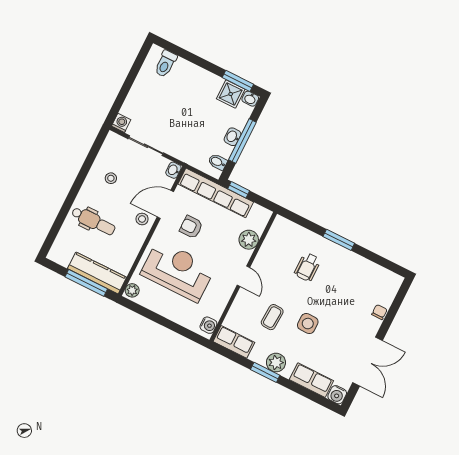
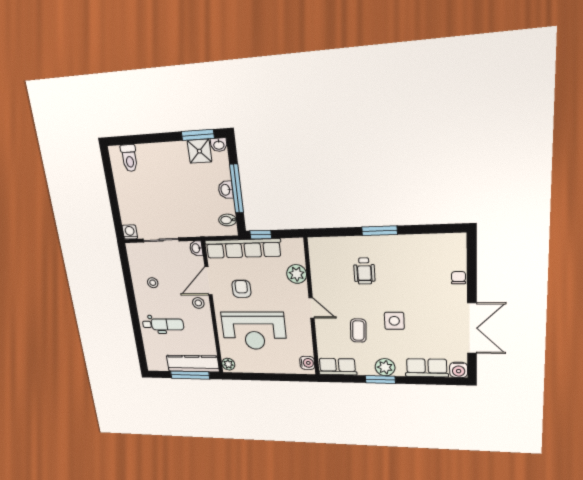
armchair: (191, 227) -> (241, 289), turned 90
reception desk: (178, 271) -> (254, 331), turned 180

